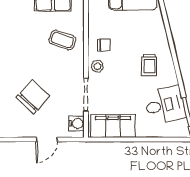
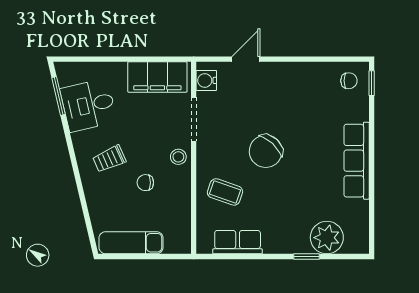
chair: (104, 45) -> (145, 183), moved
trolley: (149, 65) -> (109, 159), turned -114
chair: (33, 97) -> (266, 151), moved

